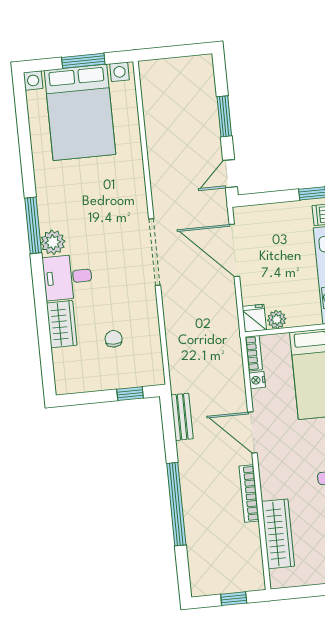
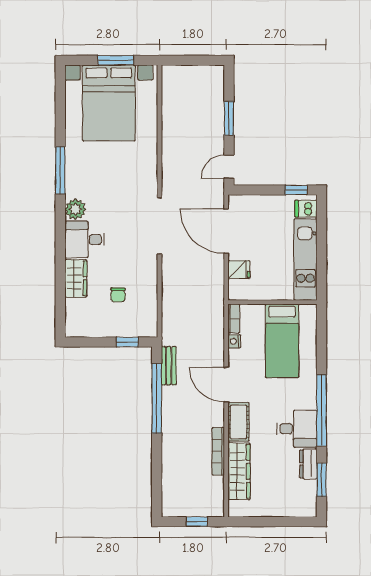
window: (33, 225) -> (60, 170), moved
fridge: (254, 318) -> (239, 270), moved, turned 90
plant: (277, 320) -> (256, 292), removed
chair: (114, 339) -> (118, 295), turned 180
cot: (272, 475) -> (239, 422), added
bookcase: (249, 494) -> (218, 451), moved
window: (176, 504) -> (157, 398), moved

